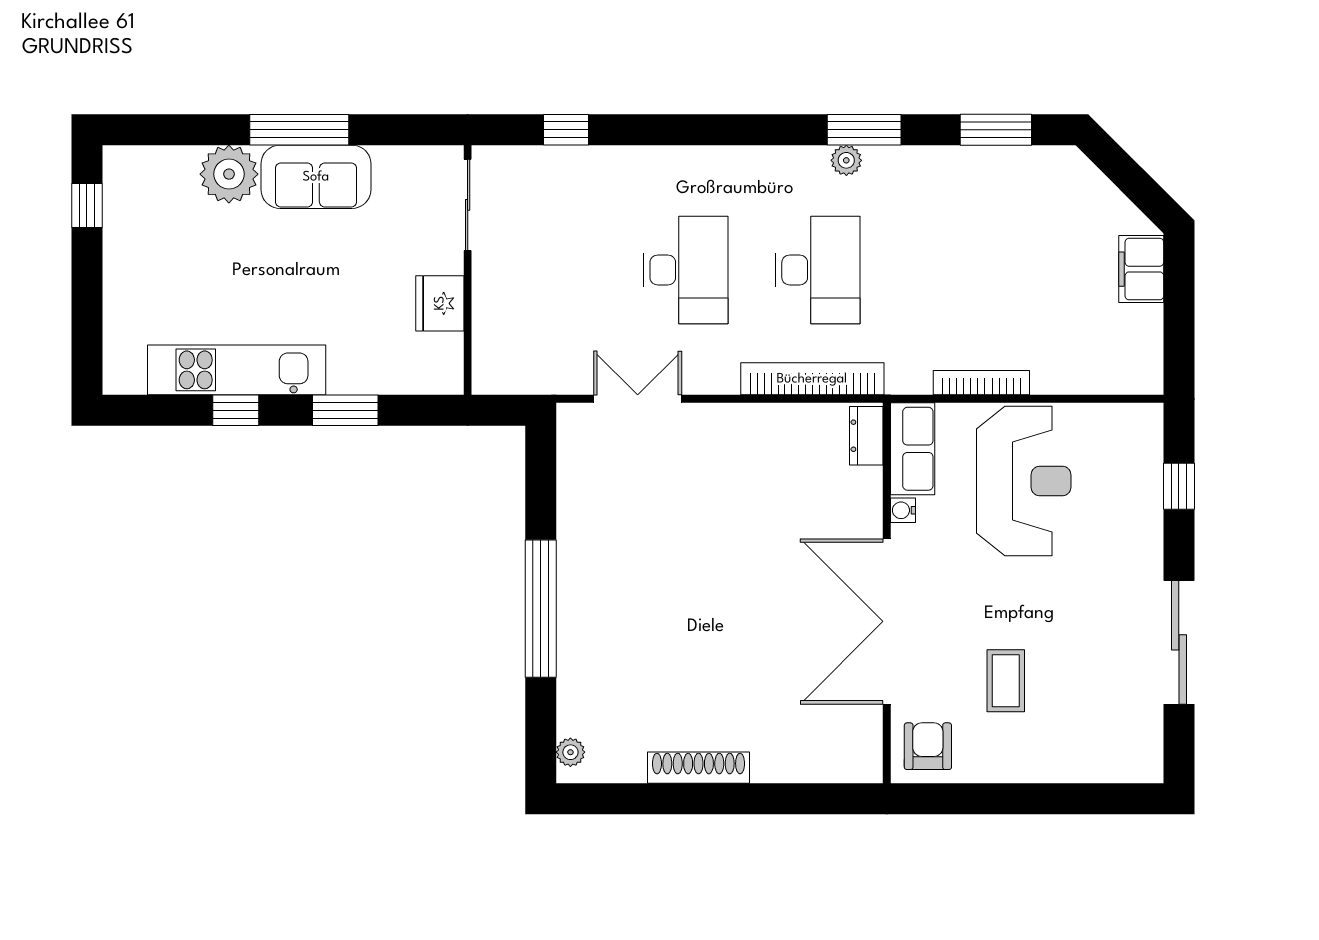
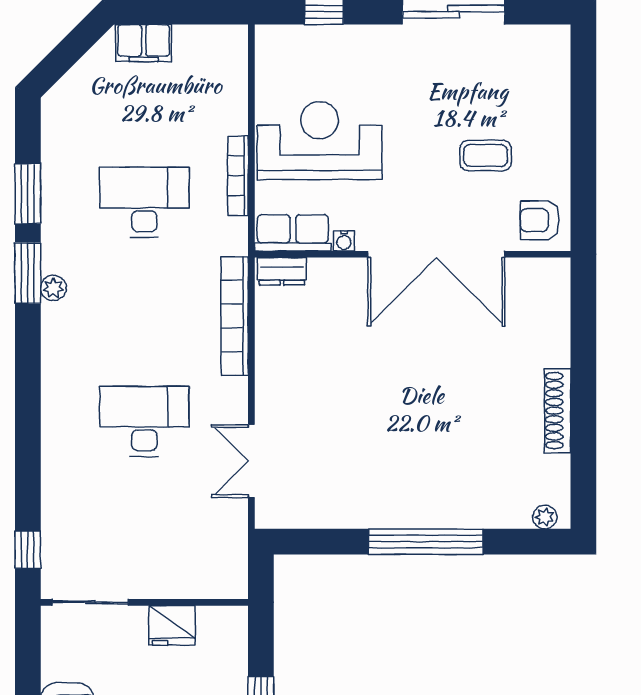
window: (566, 130) -> (28, 550), moved
window: (996, 130) -> (28, 194), moved
desk: (818, 270) -> (144, 202), moved

